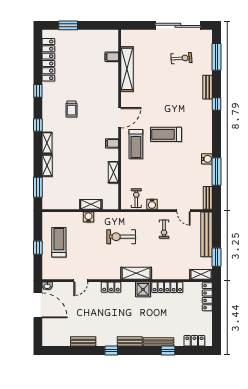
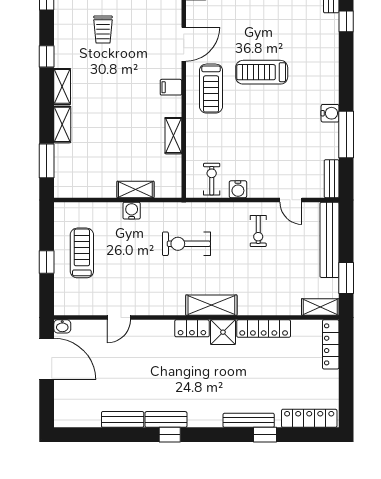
locker: (111, 287) -> (192, 328), moved
bench: (130, 341) -> (166, 419), moved
locker: (194, 341) -> (309, 418), width x1.53

